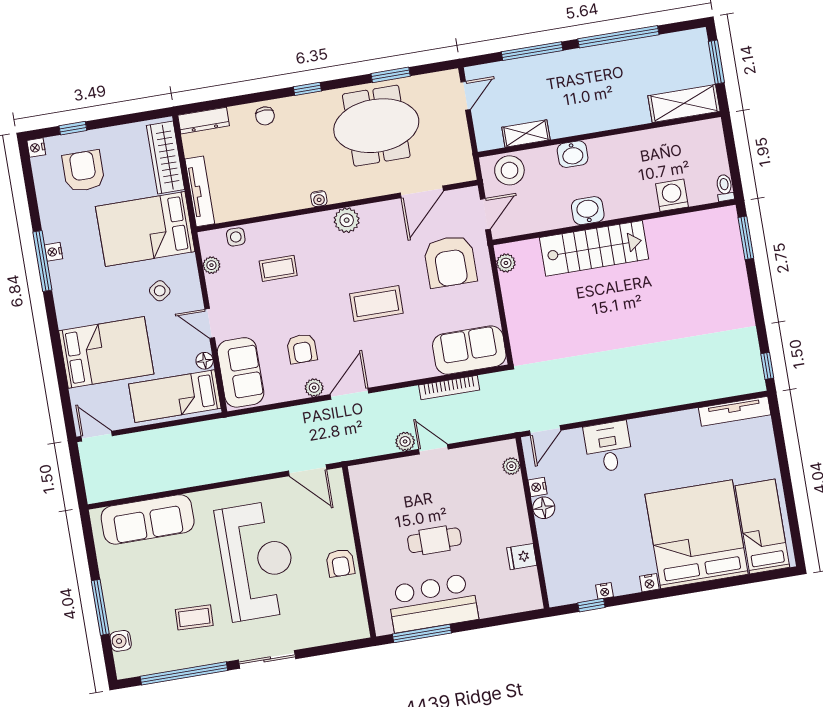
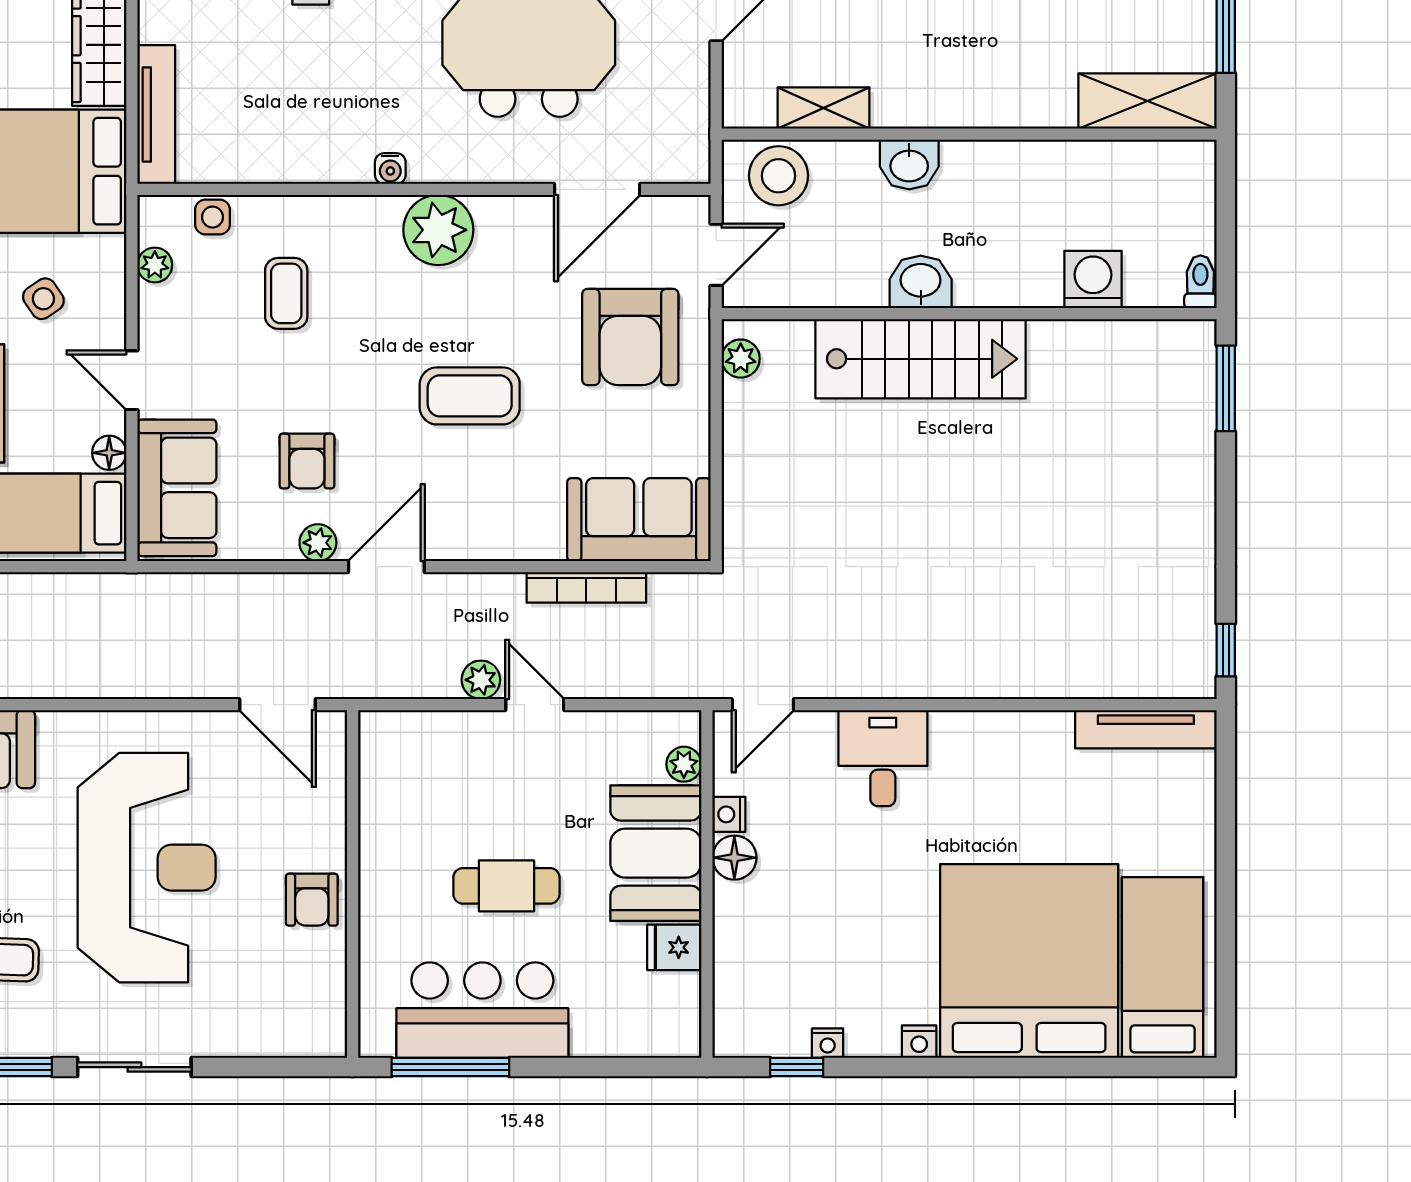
plant: (347, 220) -> (438, 230), width x1.36, depth x1.36
coffee table: (278, 268) -> (286, 293), turned 90
booth: (505, 512) -> (656, 853), added

